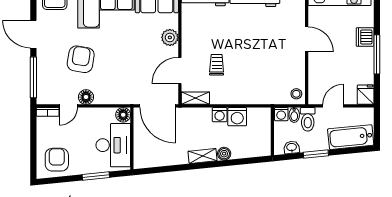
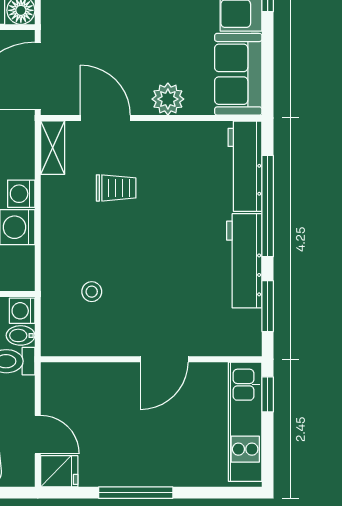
dishwasher: (365, 37) -> (169, 470), removed
stool: (296, 94) -> (92, 292), moved
door: (333, 106) -> (38, 435), moved

